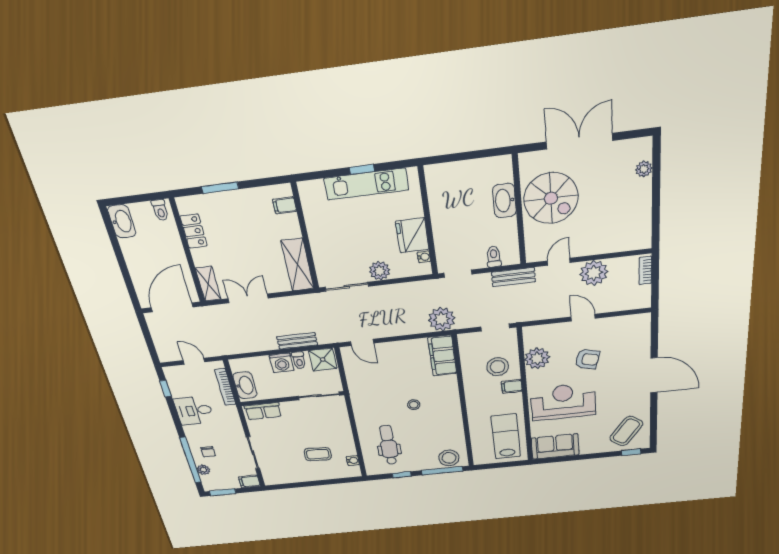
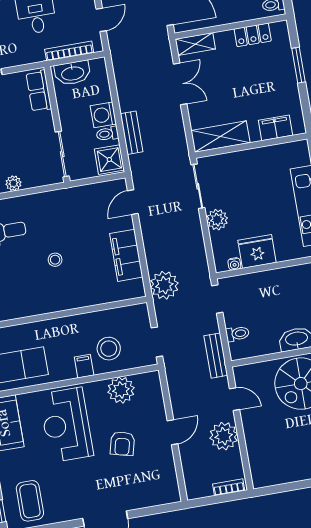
filing cabinet: (285, 205) -> (276, 128), width x2.00
filing cabinet: (442, 356) -> (126, 255), moved, turned -90
reception desk: (563, 402) -> (66, 425), turned 180
coffee table: (626, 431) -> (30, 501), turned 54
plant: (346, 432) -> (13, 183), added

